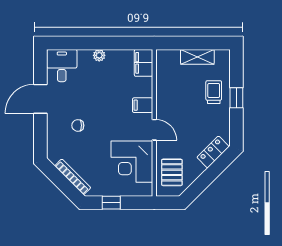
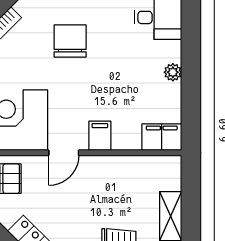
chair: (78, 125) -> (70, 41), width x1.87, depth x1.87

